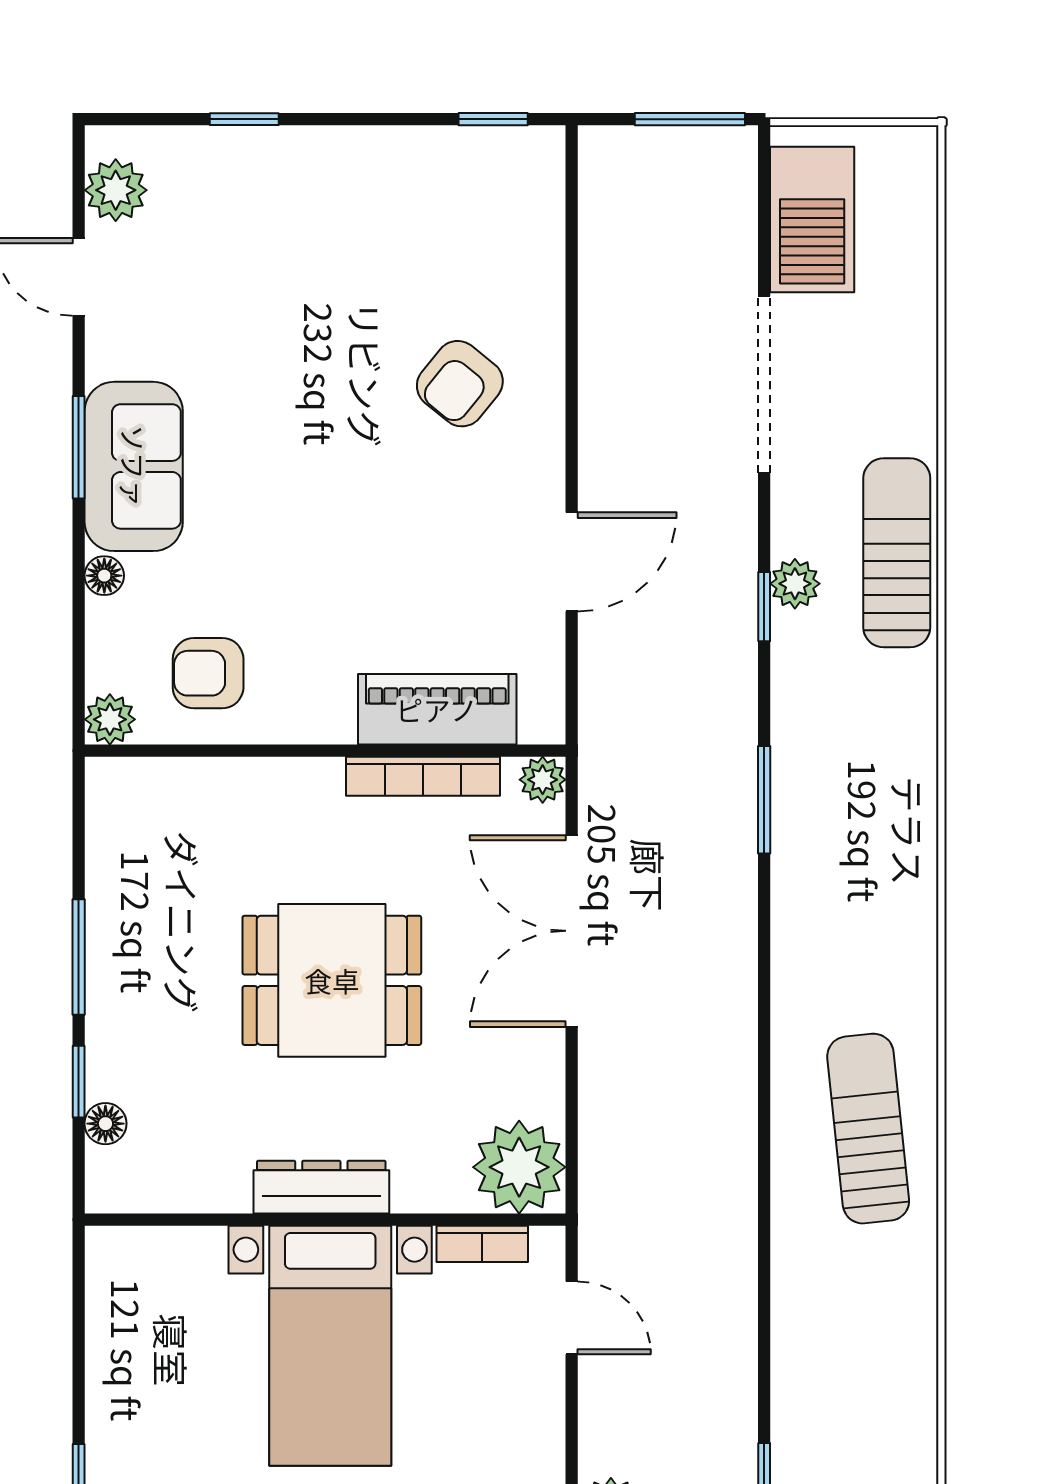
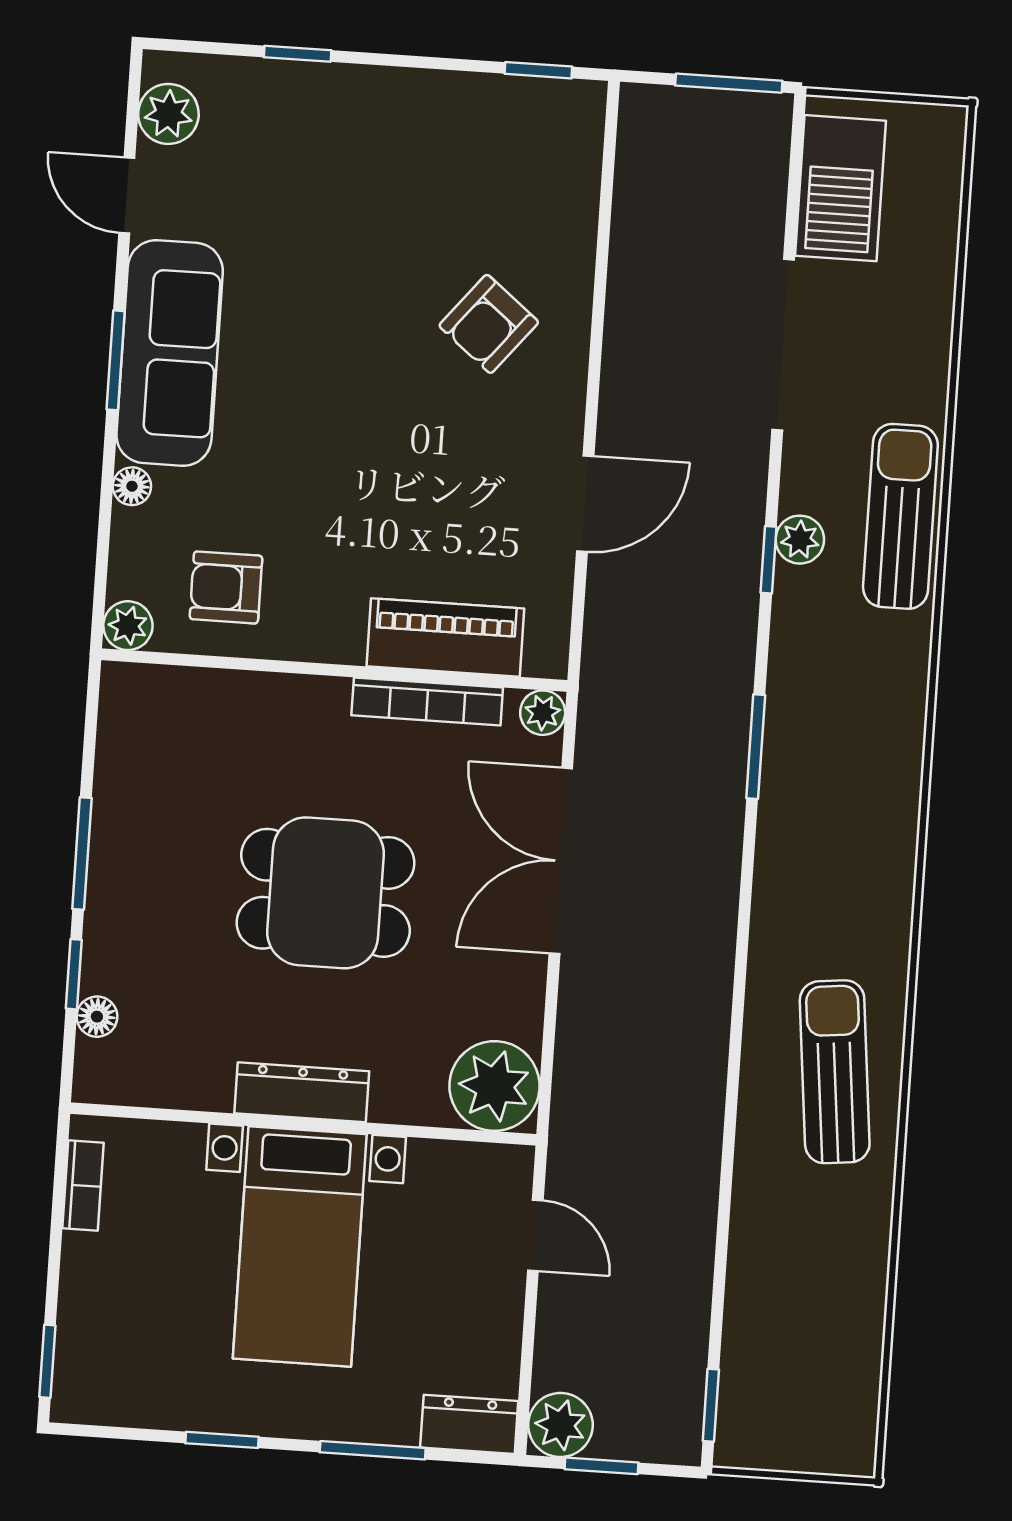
sofa: (134, 466) -> (170, 353), width x1.36
bookcase: (482, 1244) -> (83, 1186), moved, turned -90

